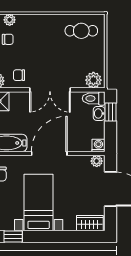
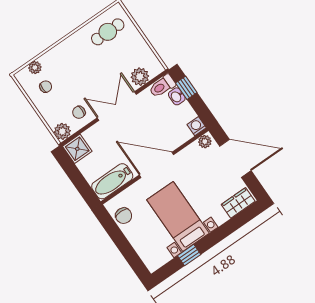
plant: (93, 80) -> (140, 77), moved
double door: (50, 90) -> (117, 106), swing flipped
door: (49, 153) -> (156, 165), hinge flipped
window: (13, 236) -> (189, 255), moved

